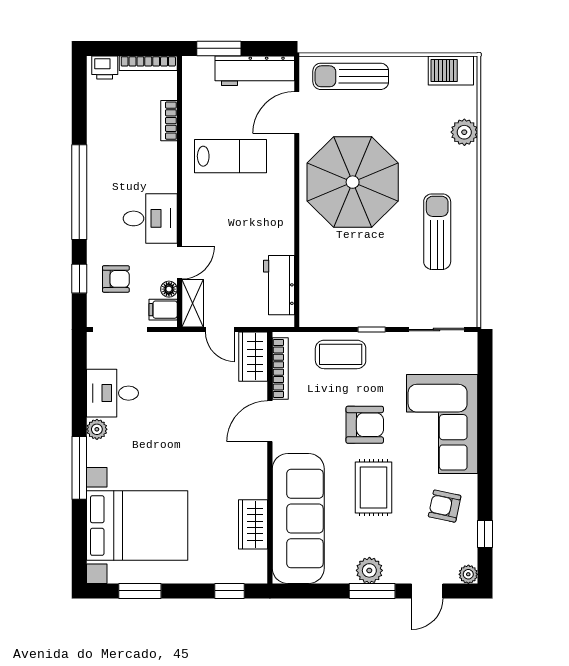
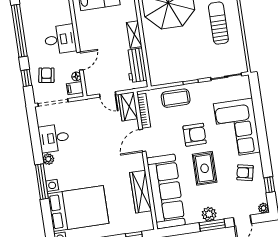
armchair: (116, 279) -> (46, 75), turned -81
shelving: (193, 303) -> (134, 34), moved
wardrobe: (253, 524) -> (141, 192), width x1.50

